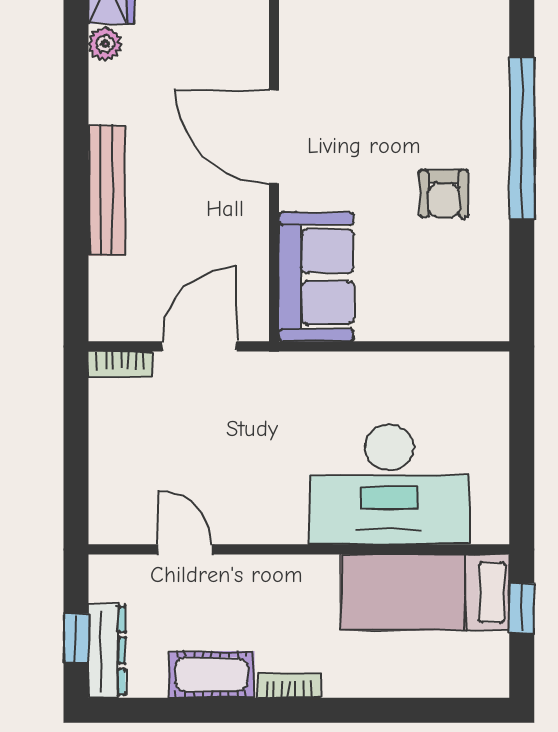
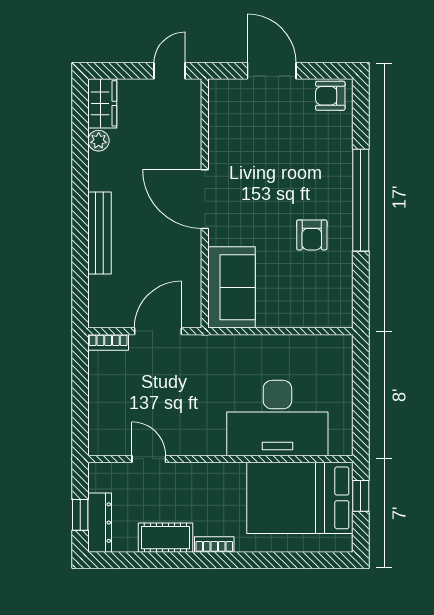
bed: (425, 592) -> (300, 498), width x1.50

